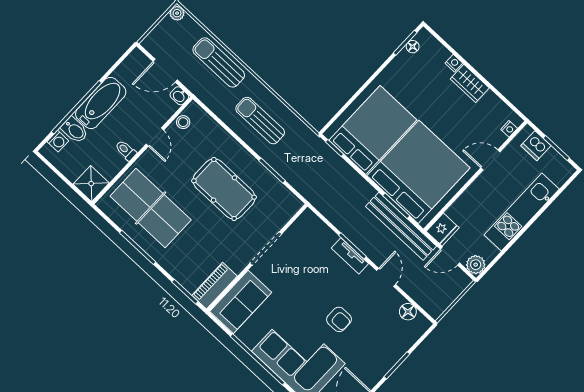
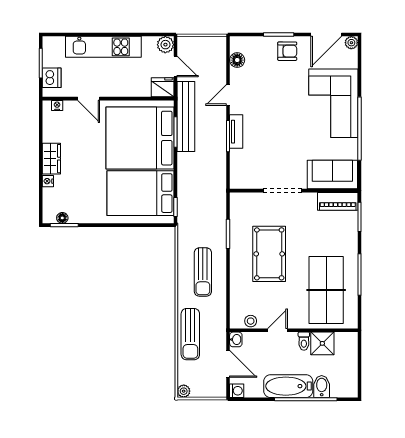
washing machine: (58, 141) -> (237, 391), moved, turned 90
shower: (91, 184) -> (322, 343), moved
armchair: (339, 319) -> (287, 51), moved, turned 90

